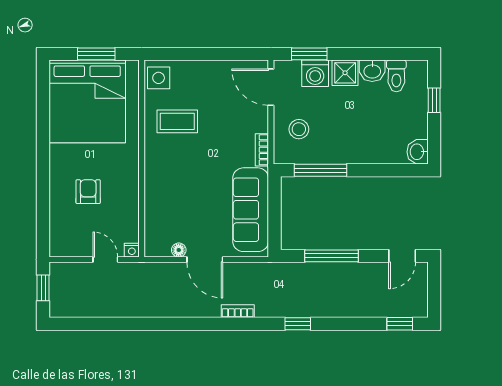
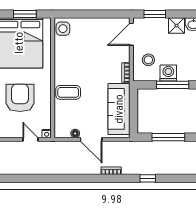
washing machine: (315, 73) -> (168, 73), moved, turned 180
door: (271, 87) -> (131, 34), hinge flipped
coffee table: (177, 121) -> (68, 92), moved
window: (321, 170) -> (173, 85), moved
armchair: (88, 192) -> (20, 98), width x1.88, depth x1.88

